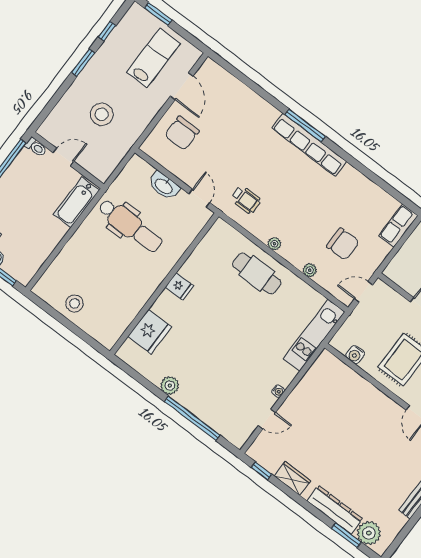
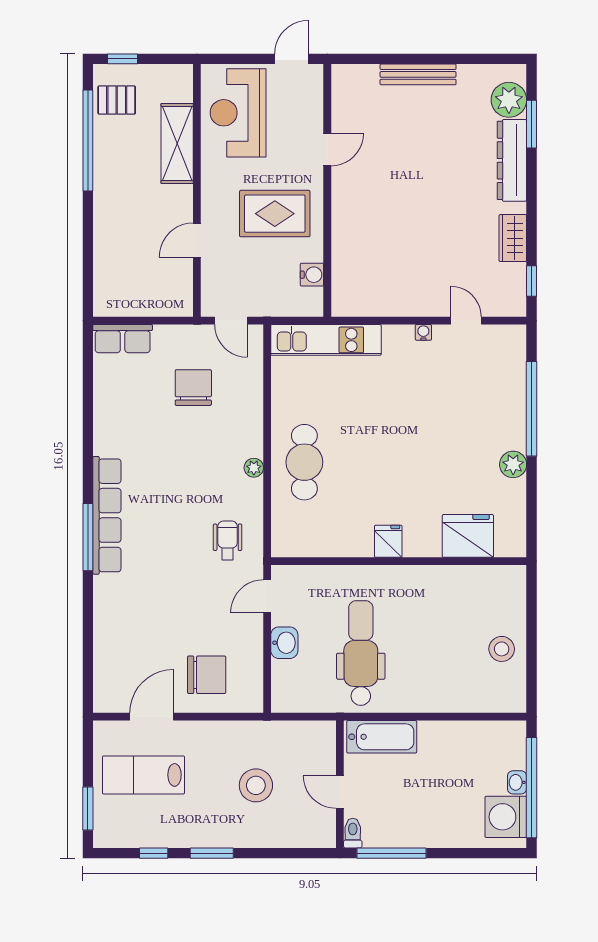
washbasin: (164, 186) -> (284, 643), width x0.72
plant: (310, 270) -> (253, 403), removed

